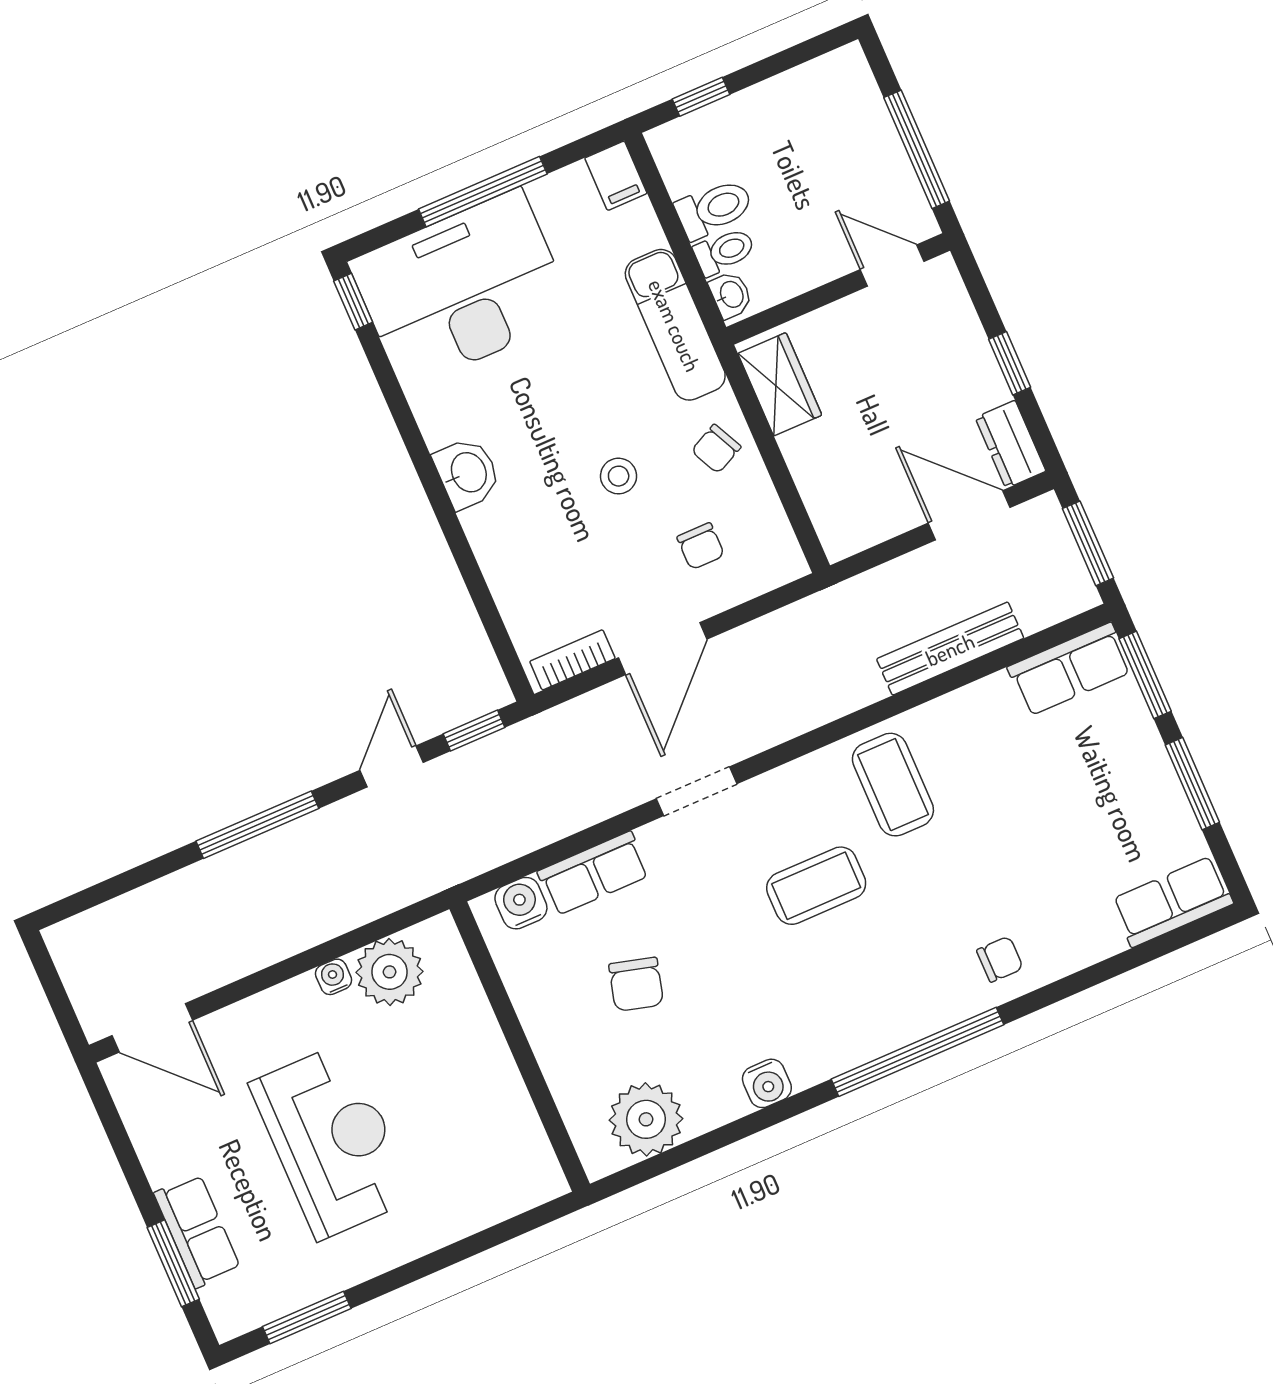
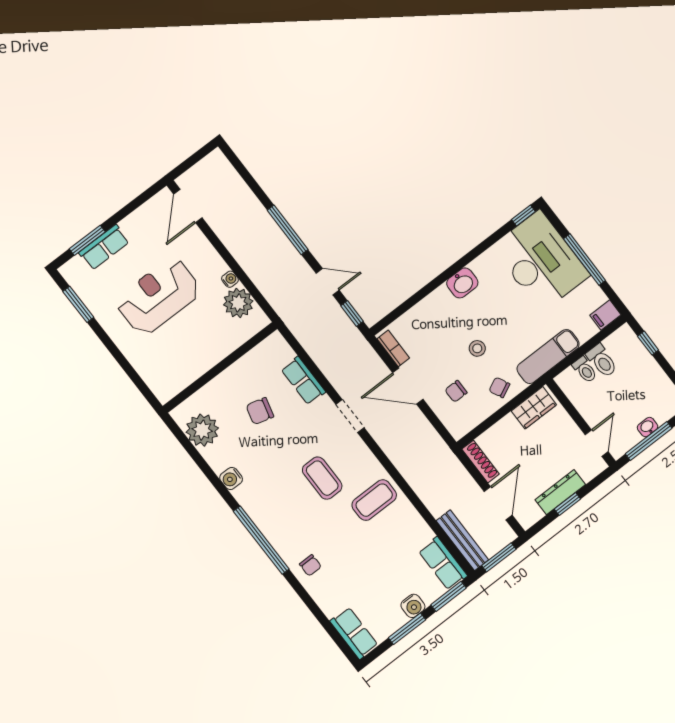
washbasin: (731, 295) -> (648, 427), moved, turned 180
dresser: (1010, 444) -> (560, 492), moved, width x1.44
shoe rack: (868, 531) -> (481, 462), added
bench: (950, 649) -> (462, 540), moved
water cooler: (521, 903) -> (413, 606), moved, turned 90
reception desk: (332, 1141) -> (158, 296), turned 180

